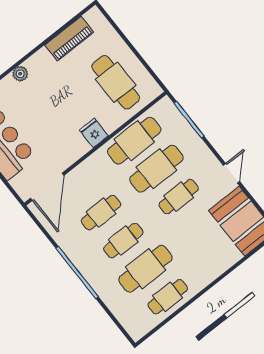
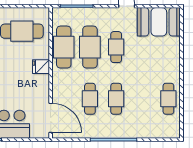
cafe table: (145, 269) -> (142, 99), removed

